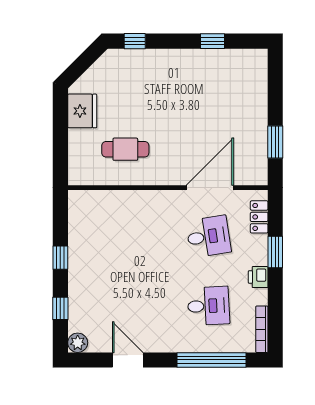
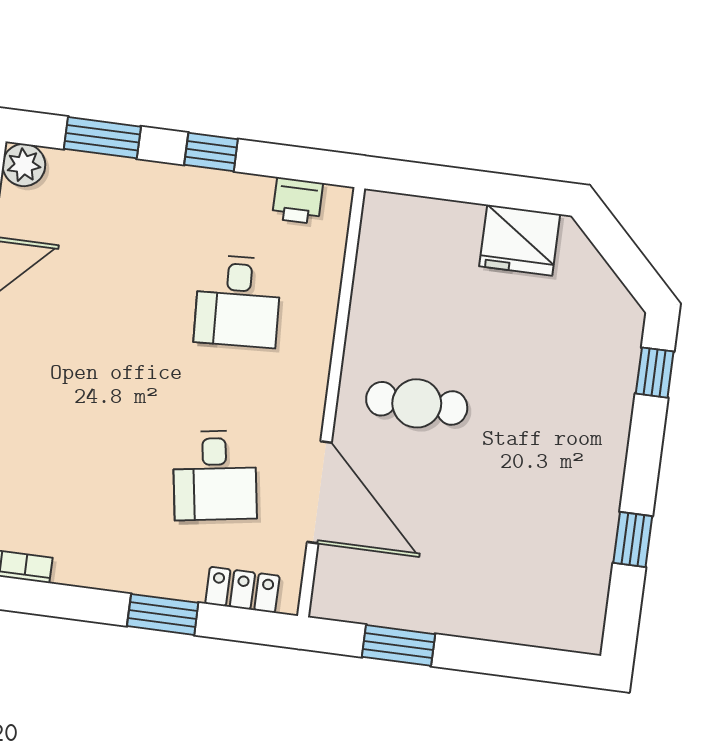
cafe table: (125, 149) -> (417, 403), moved, turned 90
printer: (258, 277) -> (298, 201), moved, turned 180
desk: (208, 306) -> (238, 301), moved
window: (60, 308) -> (102, 138), width x1.50

